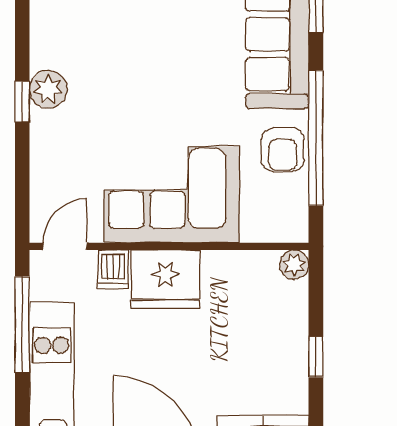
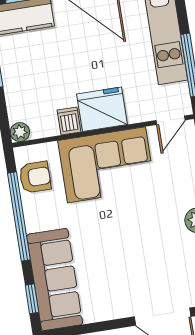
armchair: (283, 150) -> (35, 177), moved, turned 90
dishwasher: (113, 269) -> (69, 121), moved

